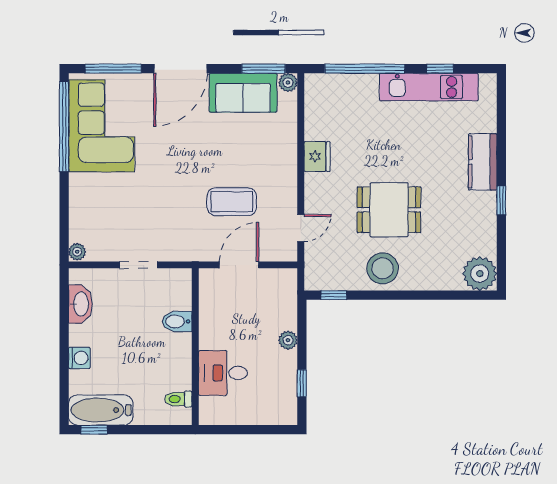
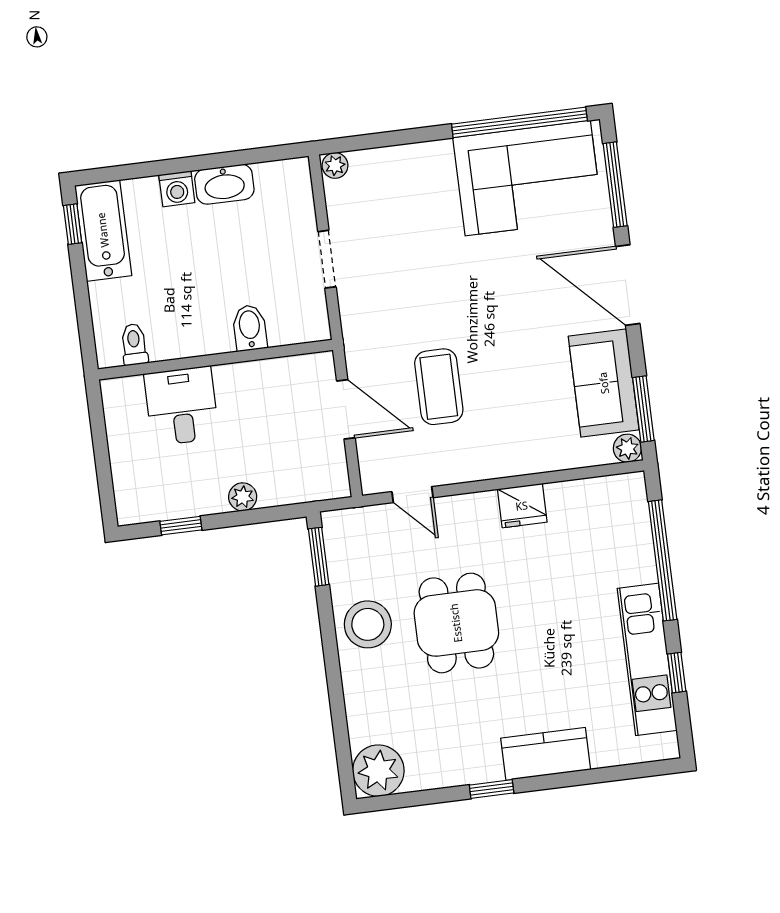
window: (334, 295) -> (319, 557), width x1.50
washbasin: (80, 304) -> (224, 184), moved

